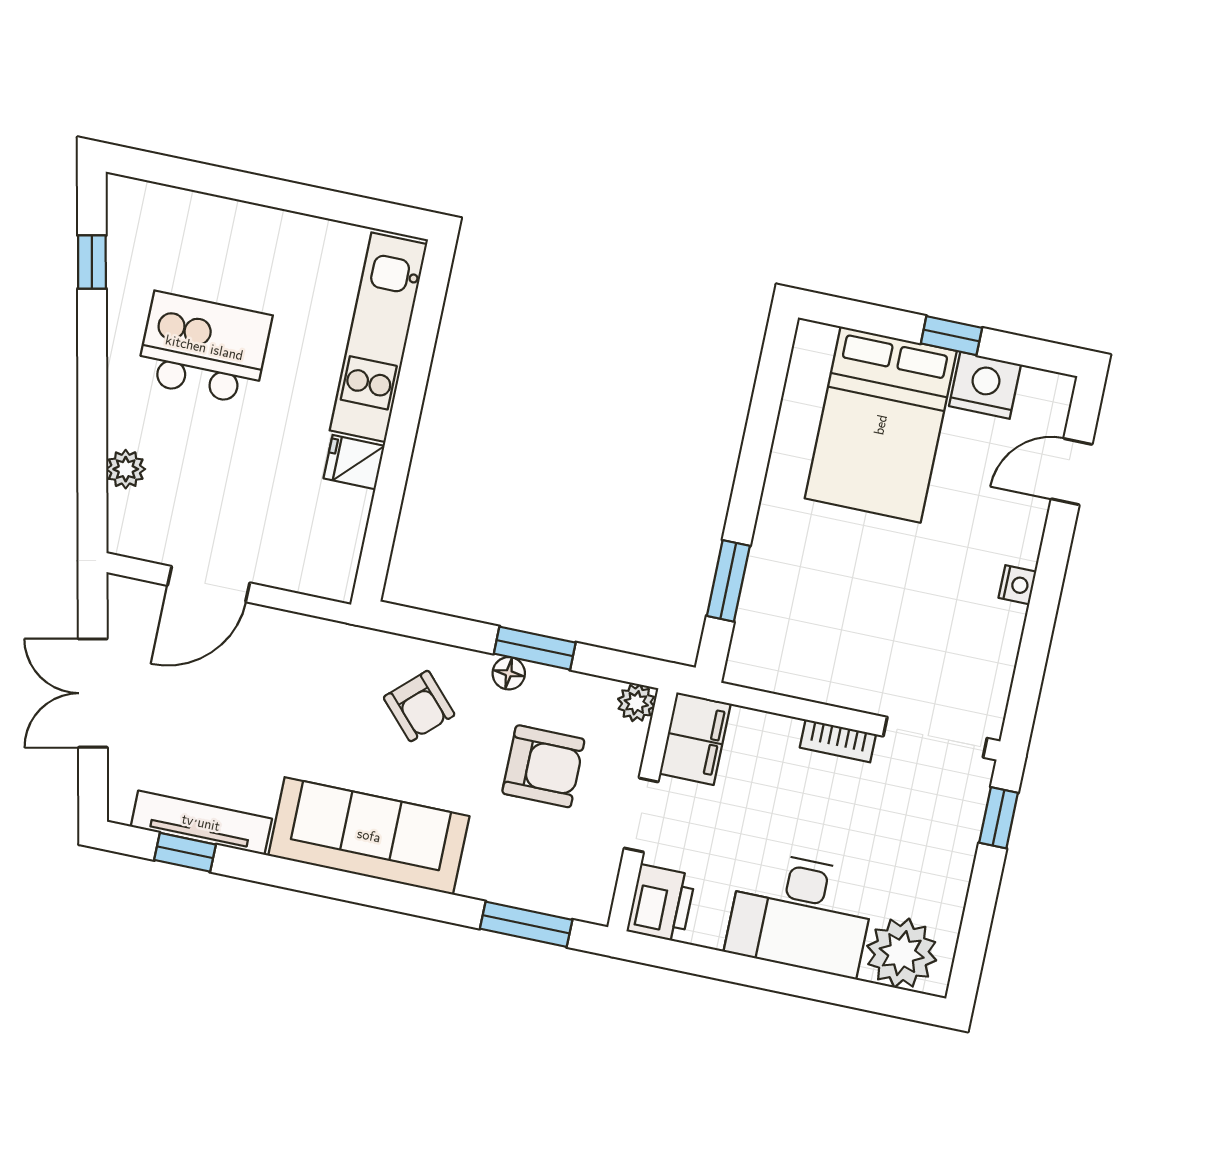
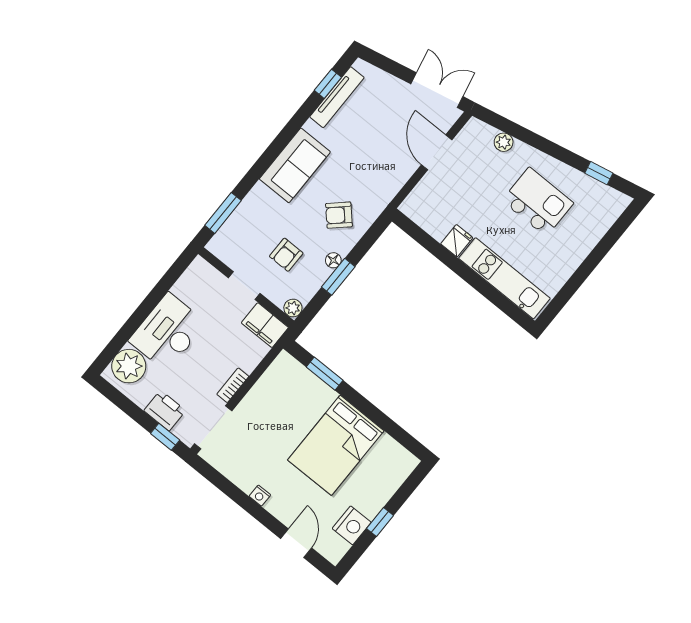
kitchen island: (204, 348) -> (538, 202), turned -90
bed: (881, 425) -> (336, 445), moved, turned -90
double door: (93, 693) -> (437, 90), moved
armchair: (543, 766) -> (286, 255), width x0.72, depth x0.72
sofa: (369, 836) -> (295, 165), width x0.73
printer: (661, 903) -> (165, 411), moved, turned 180

